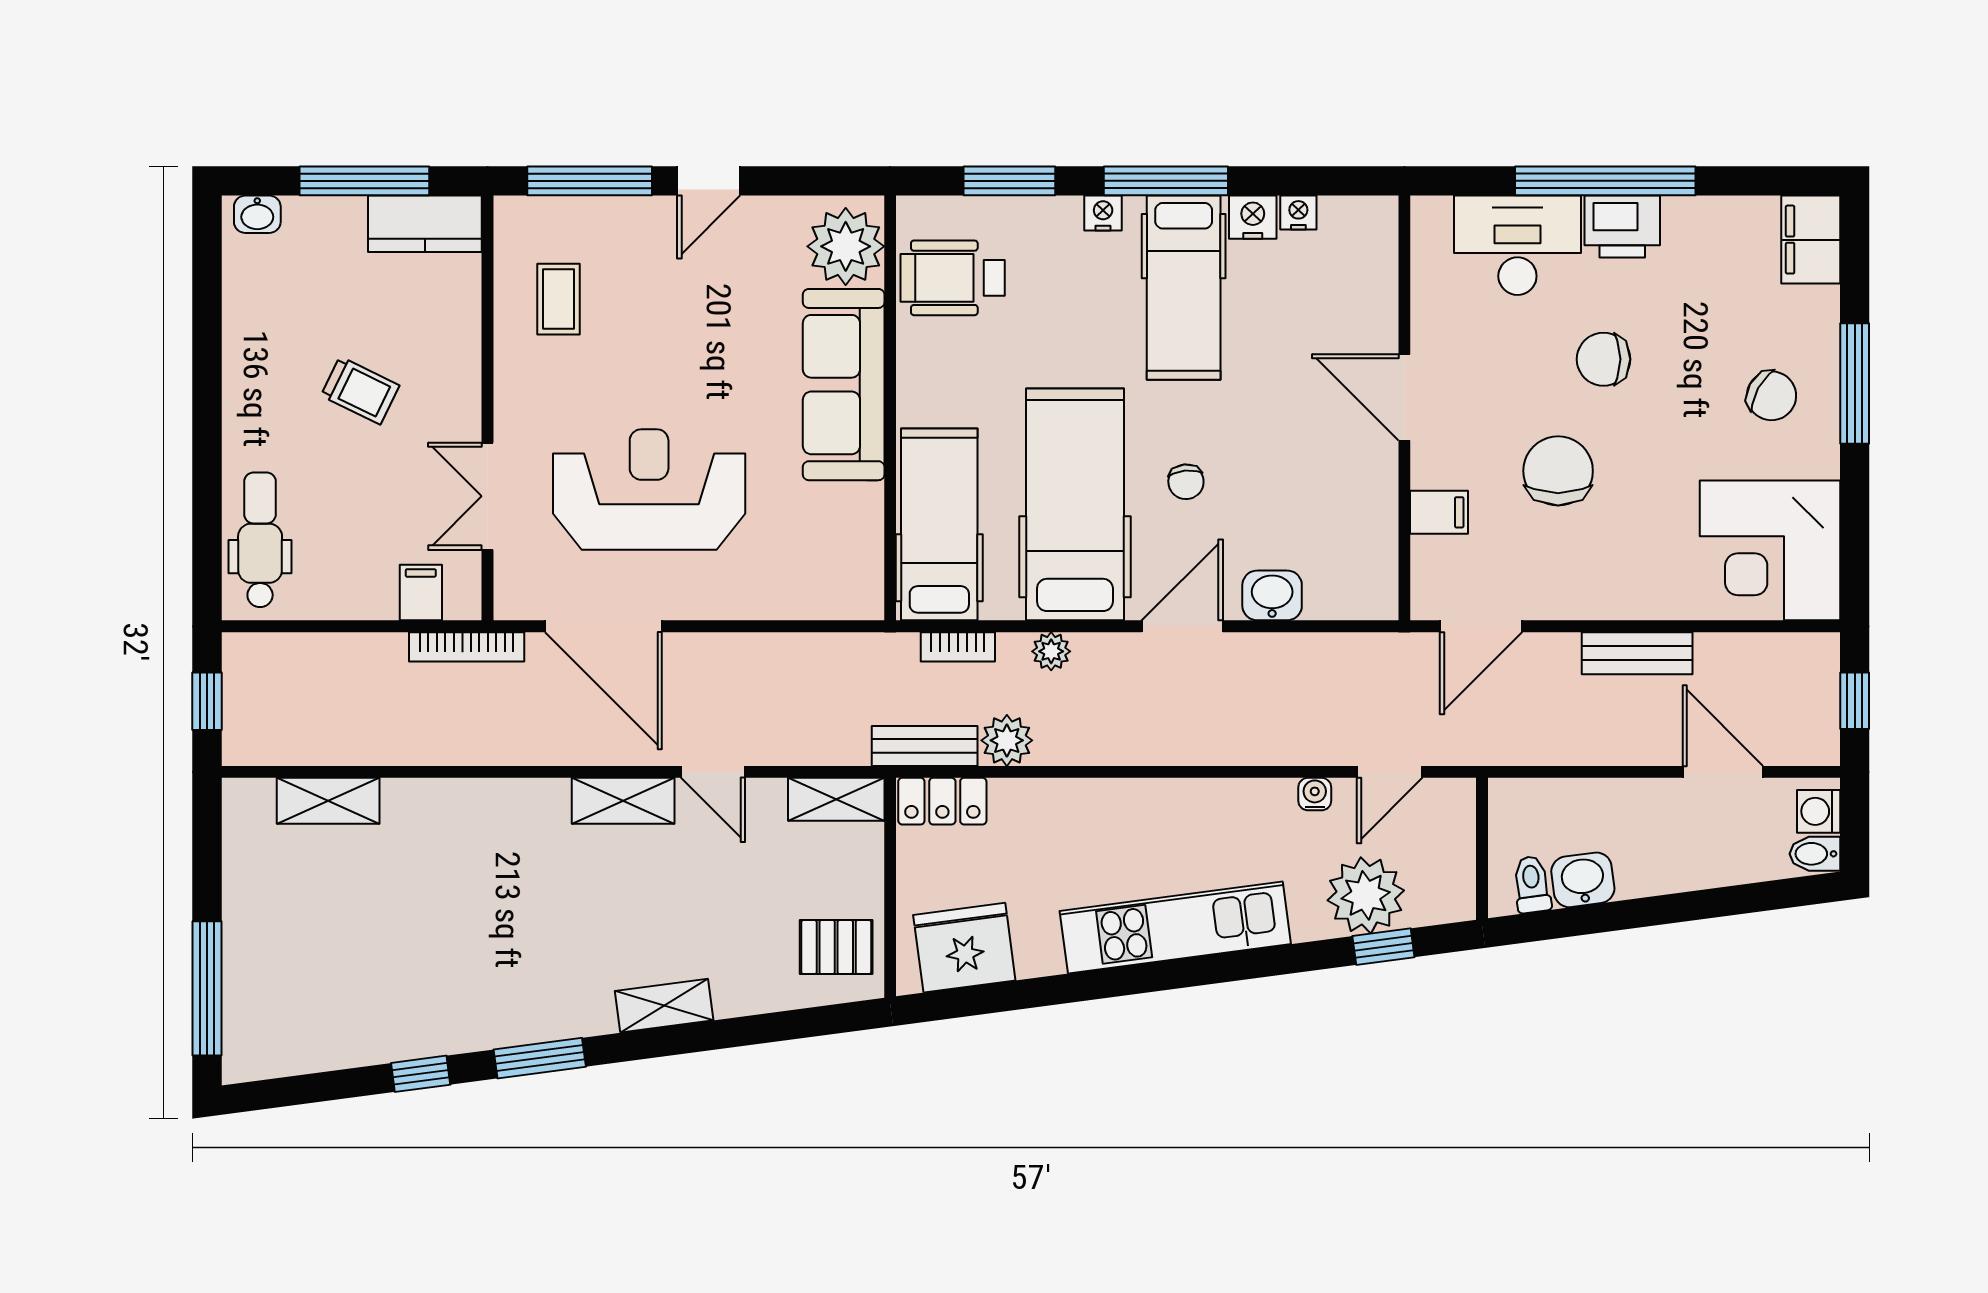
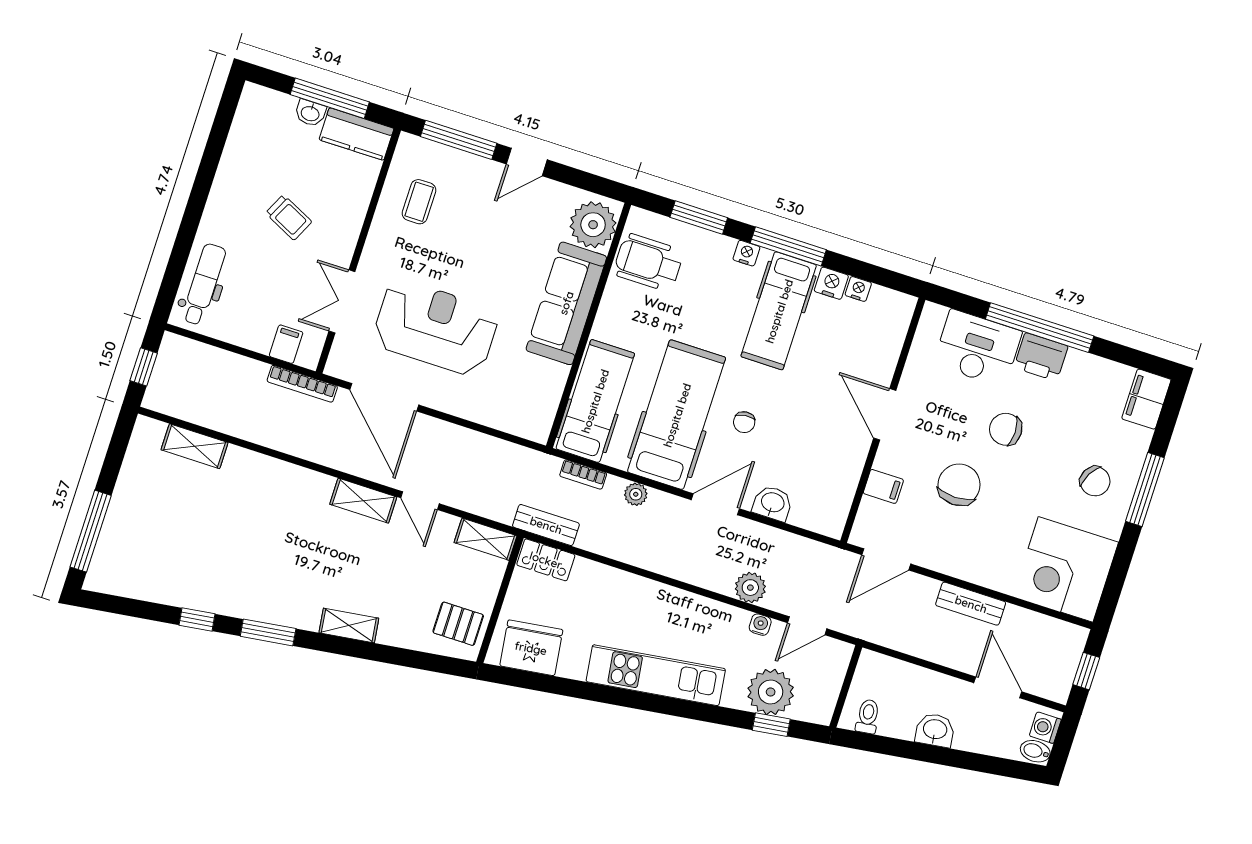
washbasin: (257, 214) -> (310, 113), moved
plant: (1007, 740) -> (750, 588), moved
washbasin: (1583, 880) -> (935, 730), moved

